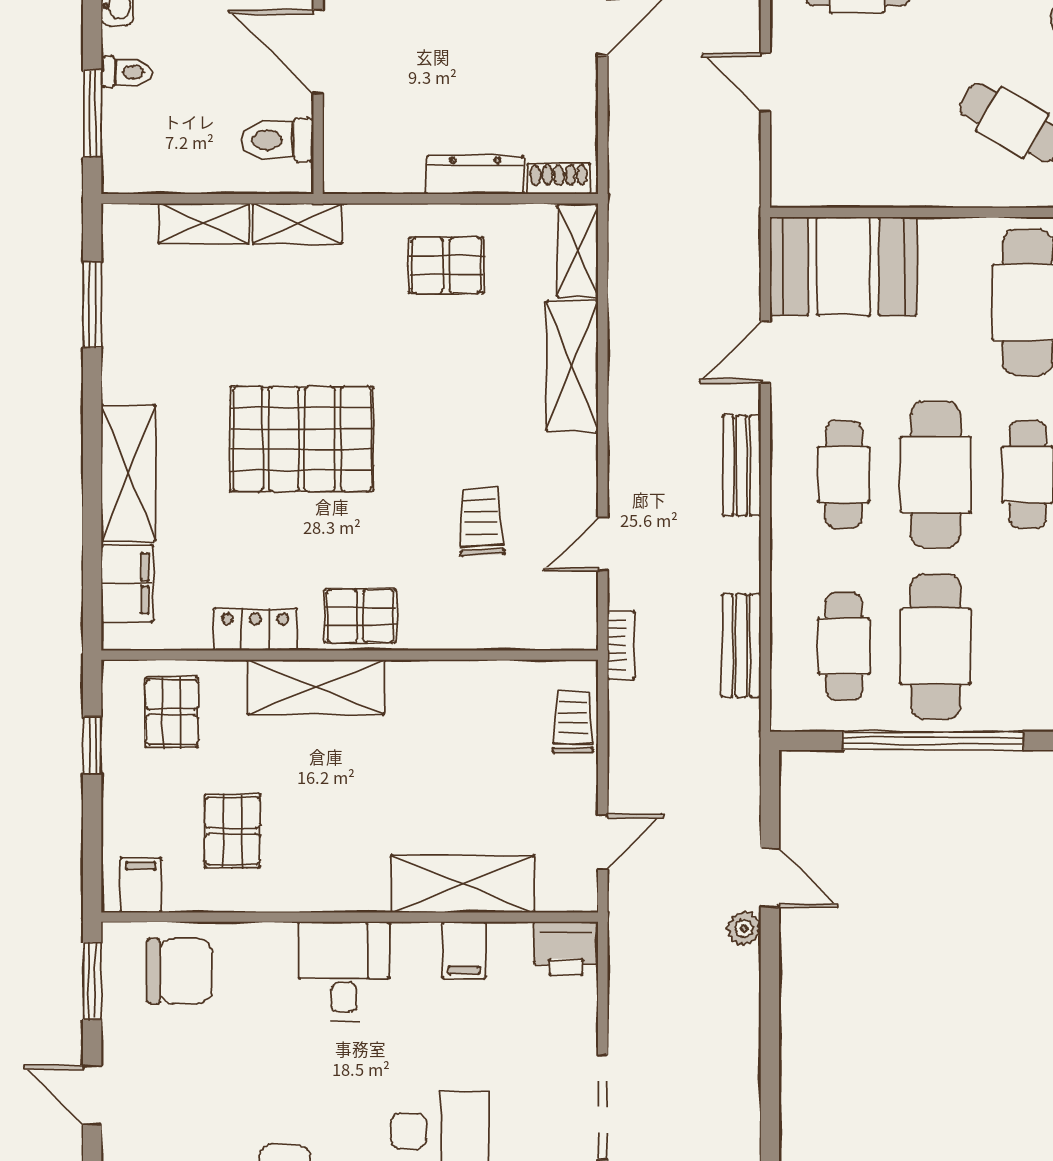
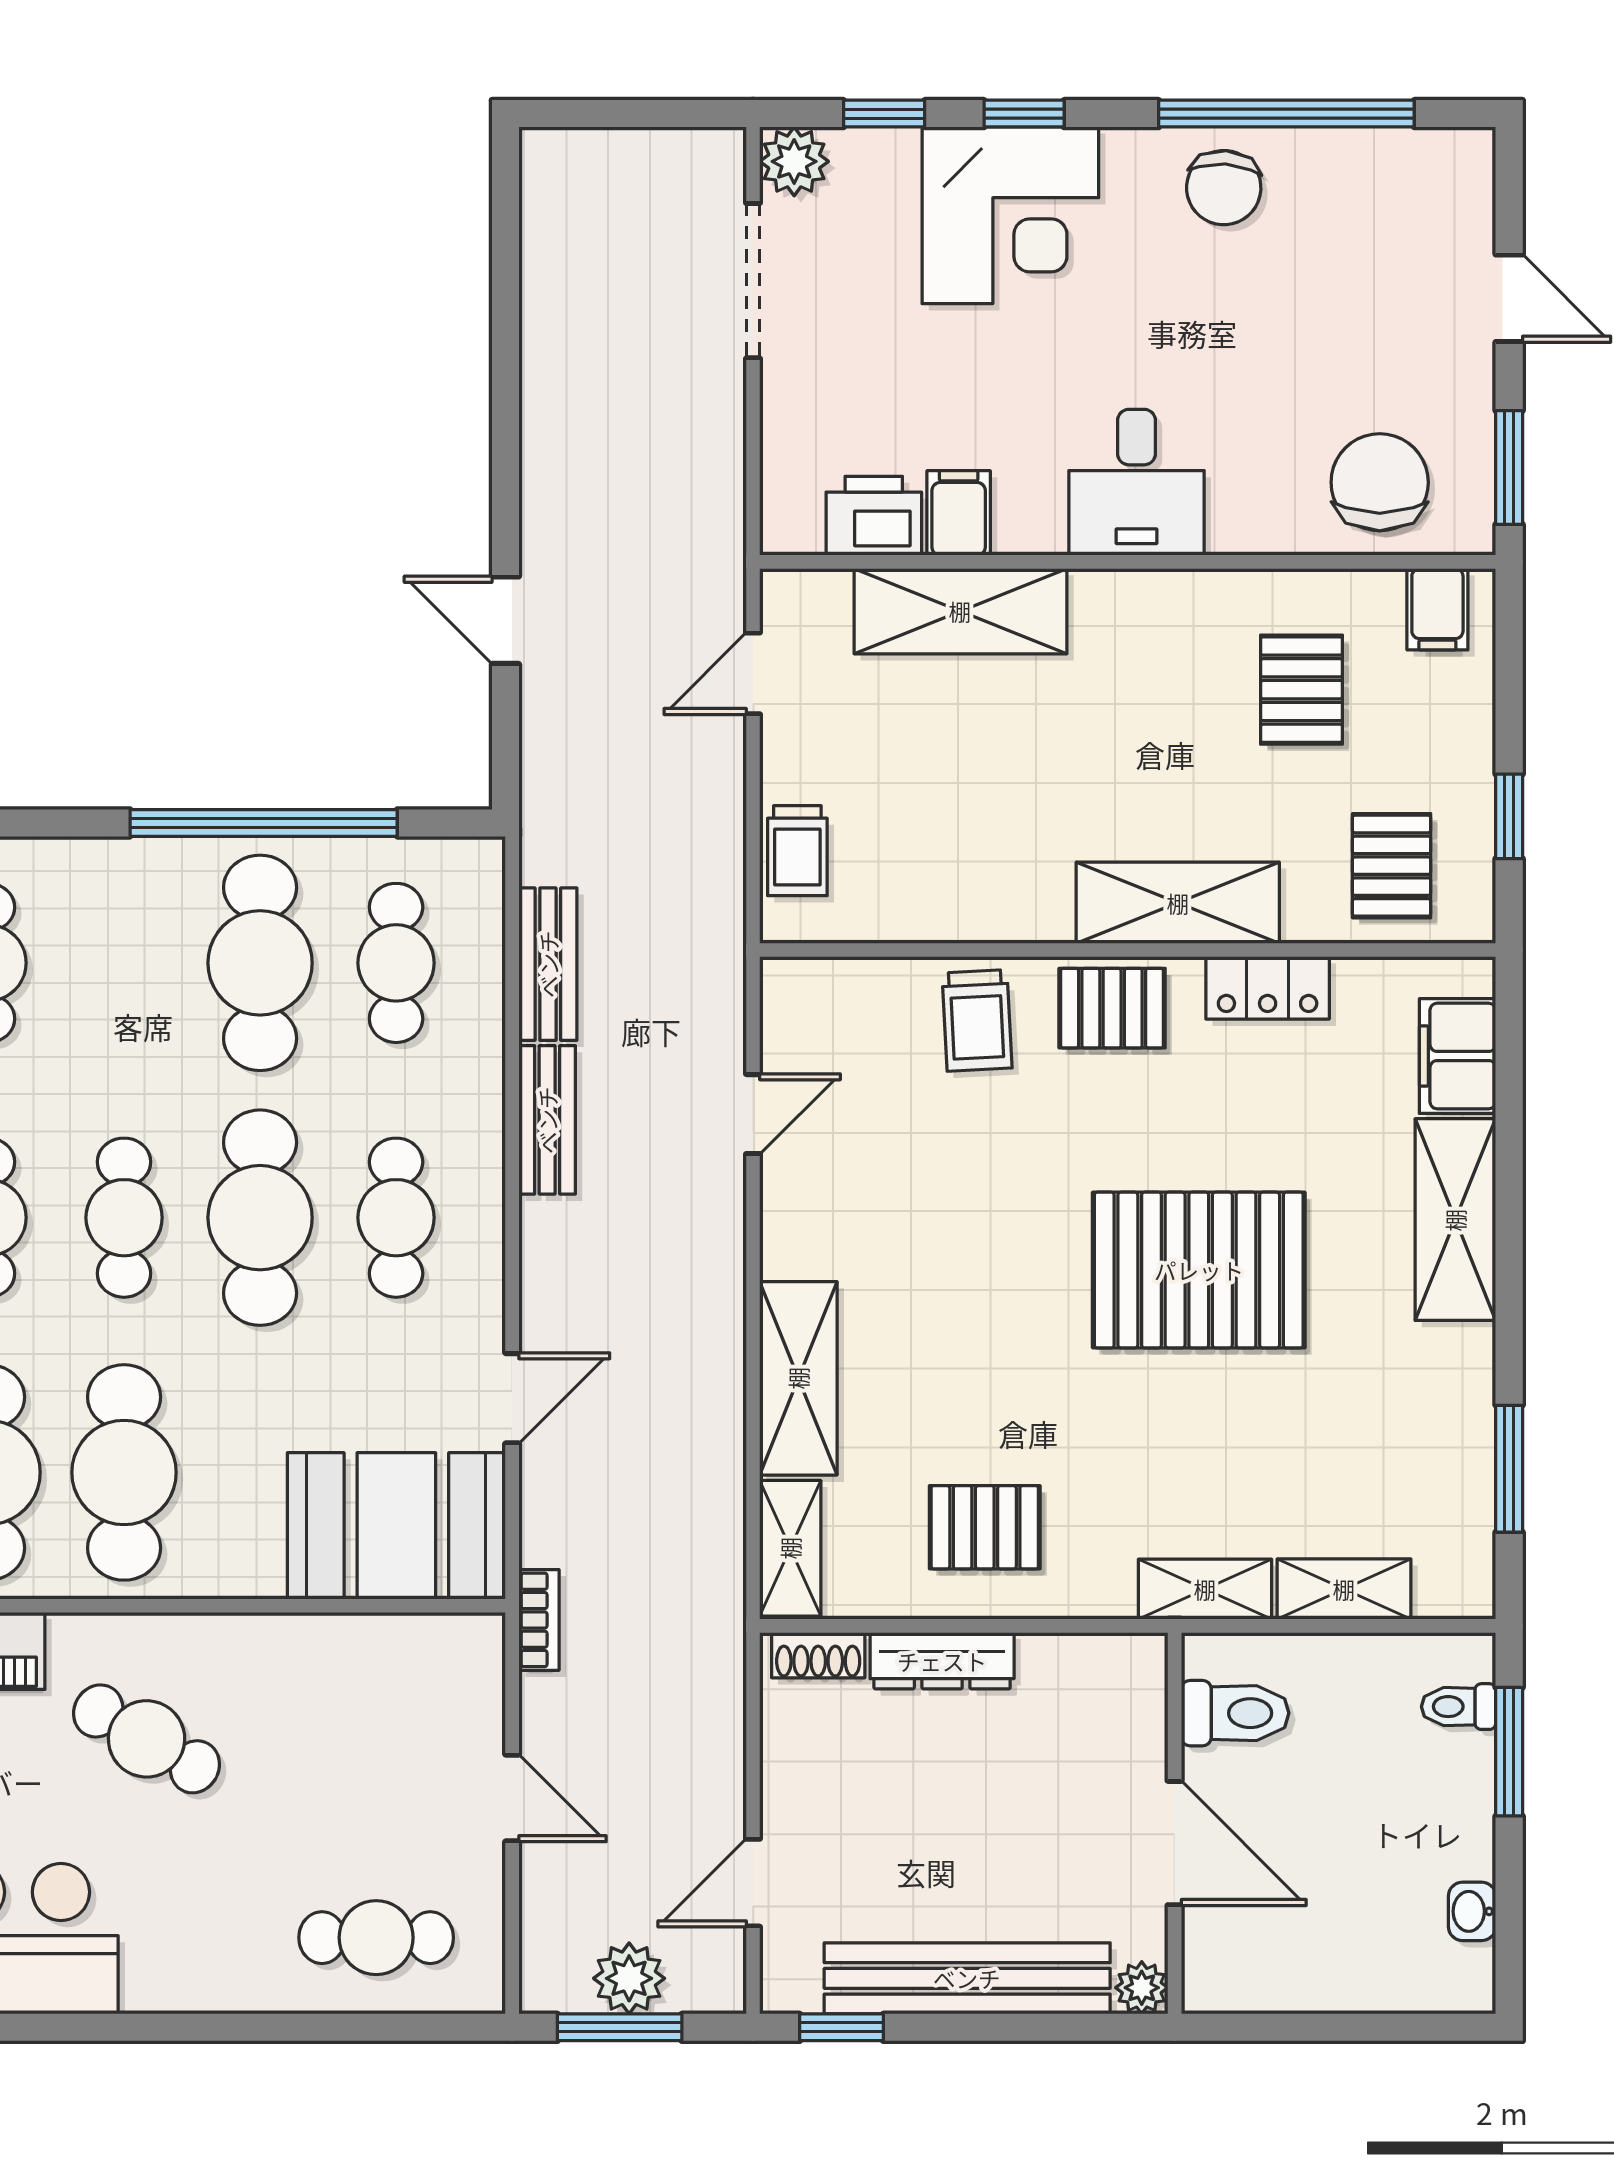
toilet: (126, 72) -> (1459, 1707), moved
bench: (742, 466) -> (547, 1120), moved
trolley: (481, 522) -> (977, 1020), moved
bookcase: (621, 645) -> (539, 1620), moved, turned 180
plant: (744, 928) -> (544, 545), removed
printer: (566, 948) -> (874, 516), moved
chair: (180, 971) -> (1380, 482), turned 90

